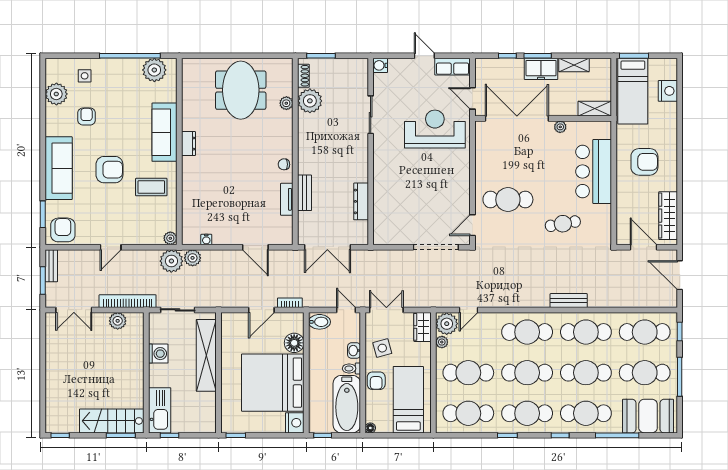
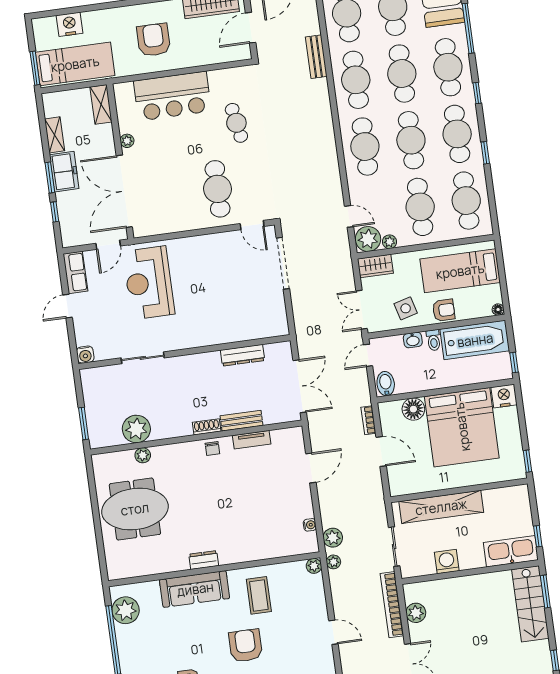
shoe rack: (303, 76) -> (207, 427), moved
plant: (171, 261) -> (334, 562), width x0.53, depth x0.53
bench: (569, 301) -> (316, 57), moved

